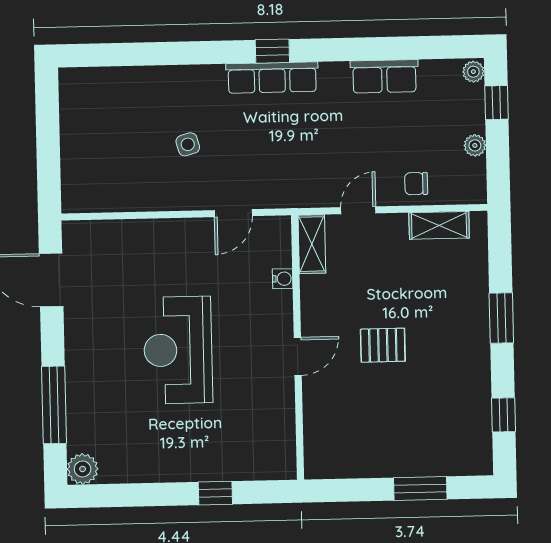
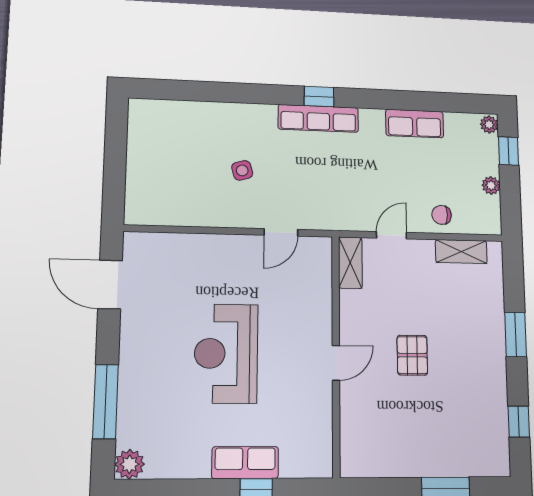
water cooler: (283, 279) -> (324, 292), removed
pallet: (383, 345) -> (412, 355), turned 90
row of seats: (203, 465) -> (245, 463), added

